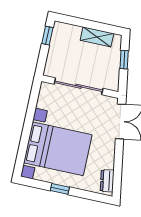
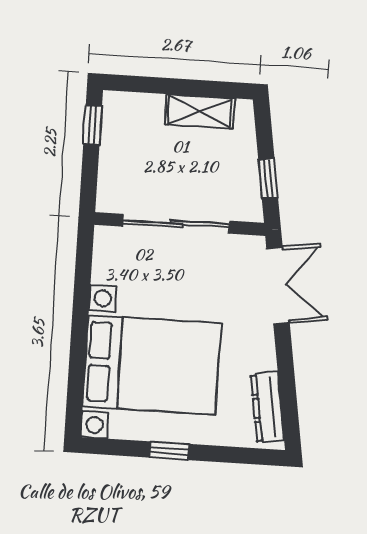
window: (124, 60) -> (268, 179), moved
dresser: (107, 181) -> (267, 407), width x1.44

